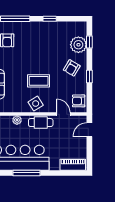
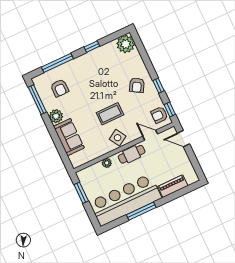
window: (89, 42) -> (170, 110), moved
plant: (78, 45) -> (126, 44), moved
door: (89, 130) -> (183, 139), hinge flipped
piano: (73, 165) -> (173, 186), moved

